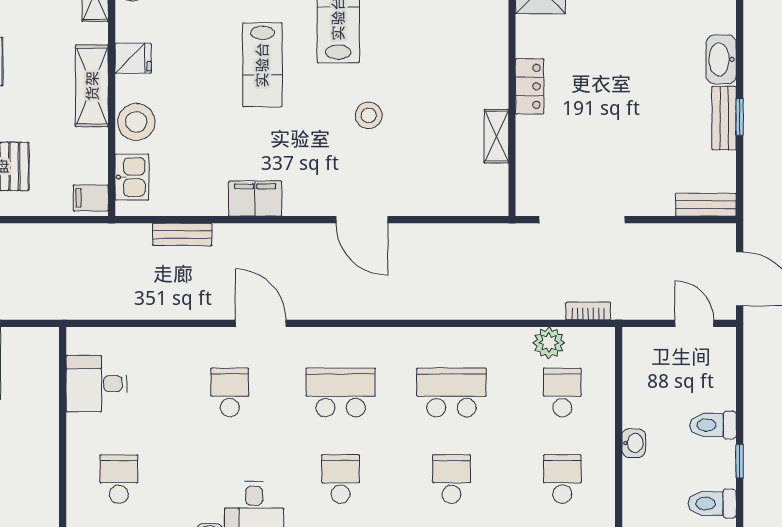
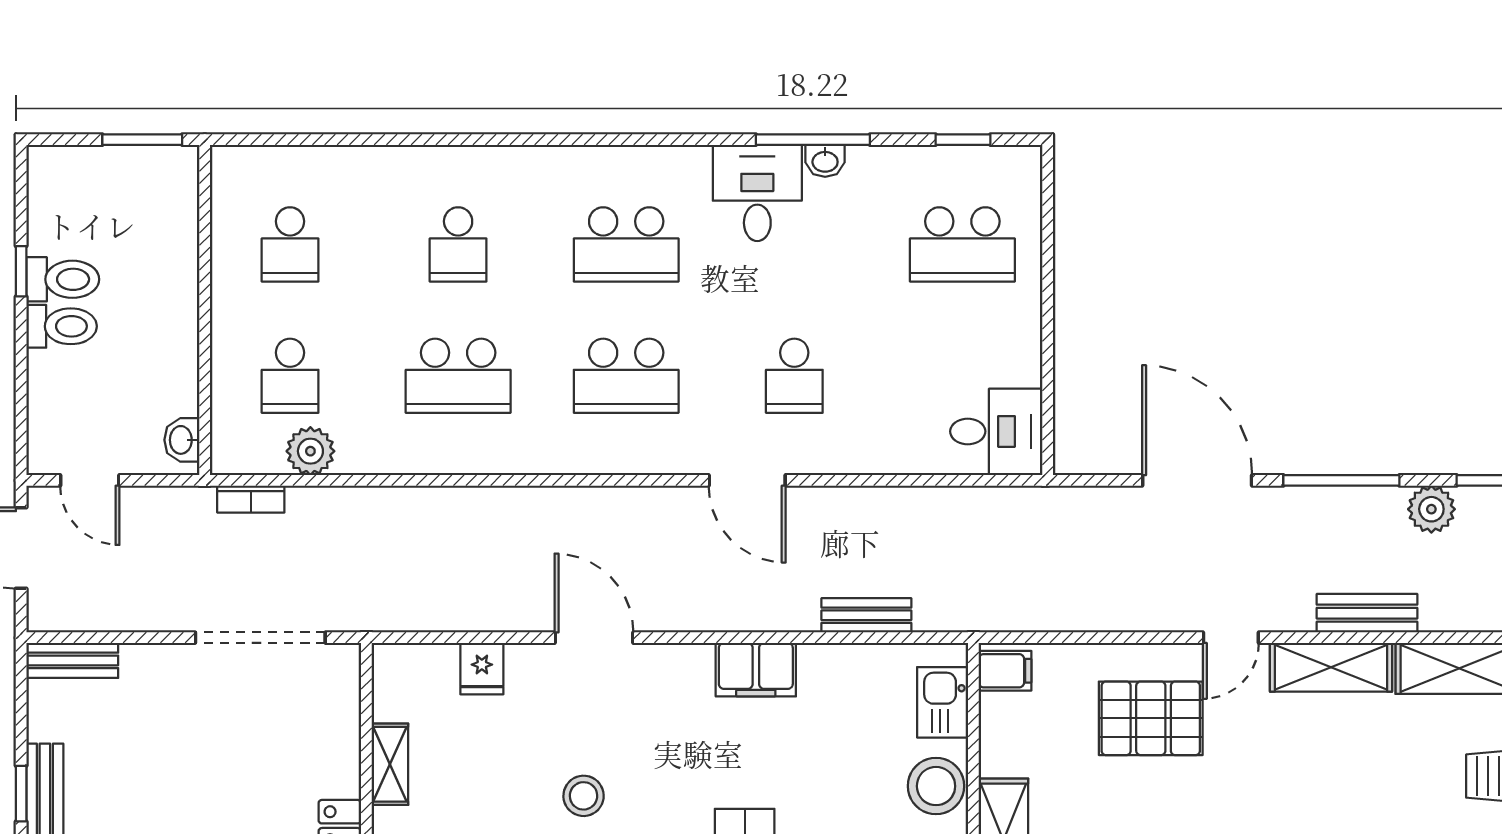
fridge: (436, 199) -> (482, 669), added
desk: (96, 384) -> (996, 431), moved
washbasin: (634, 443) -> (182, 440), moved
school desk: (119, 479) -> (962, 244), width x1.85
school desk: (341, 479) -> (626, 244), width x1.85
toilet: (712, 504) -> (63, 279), moved

